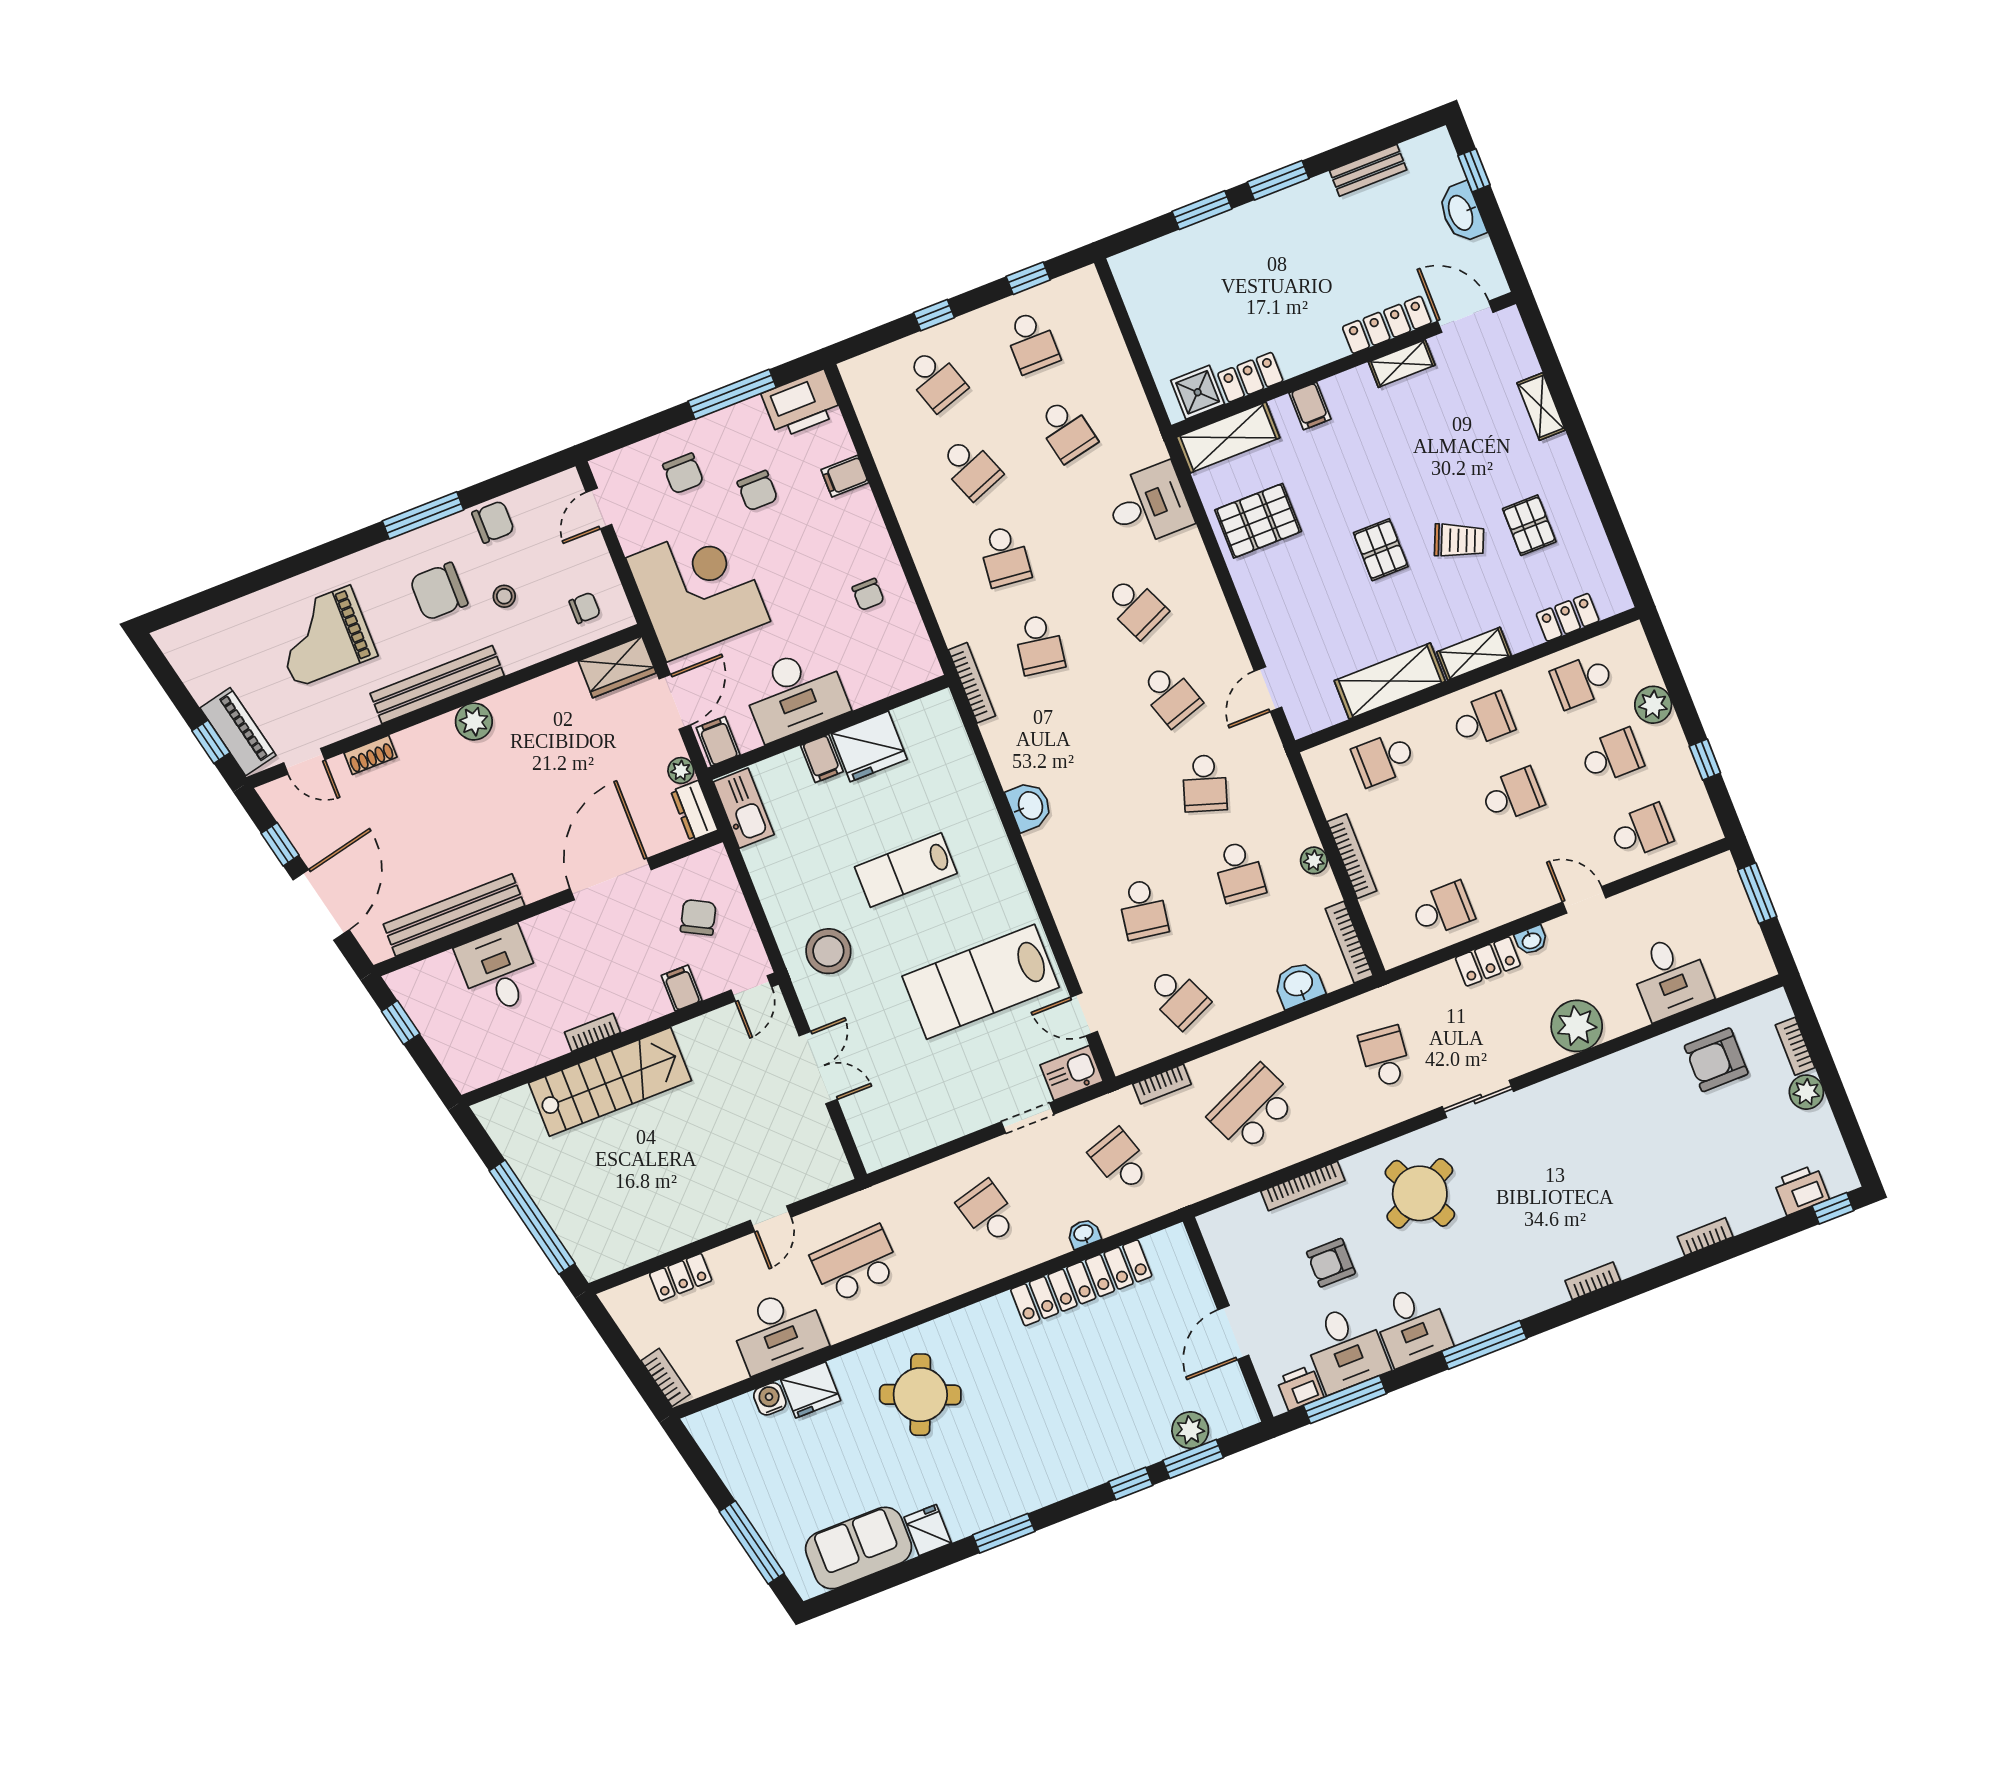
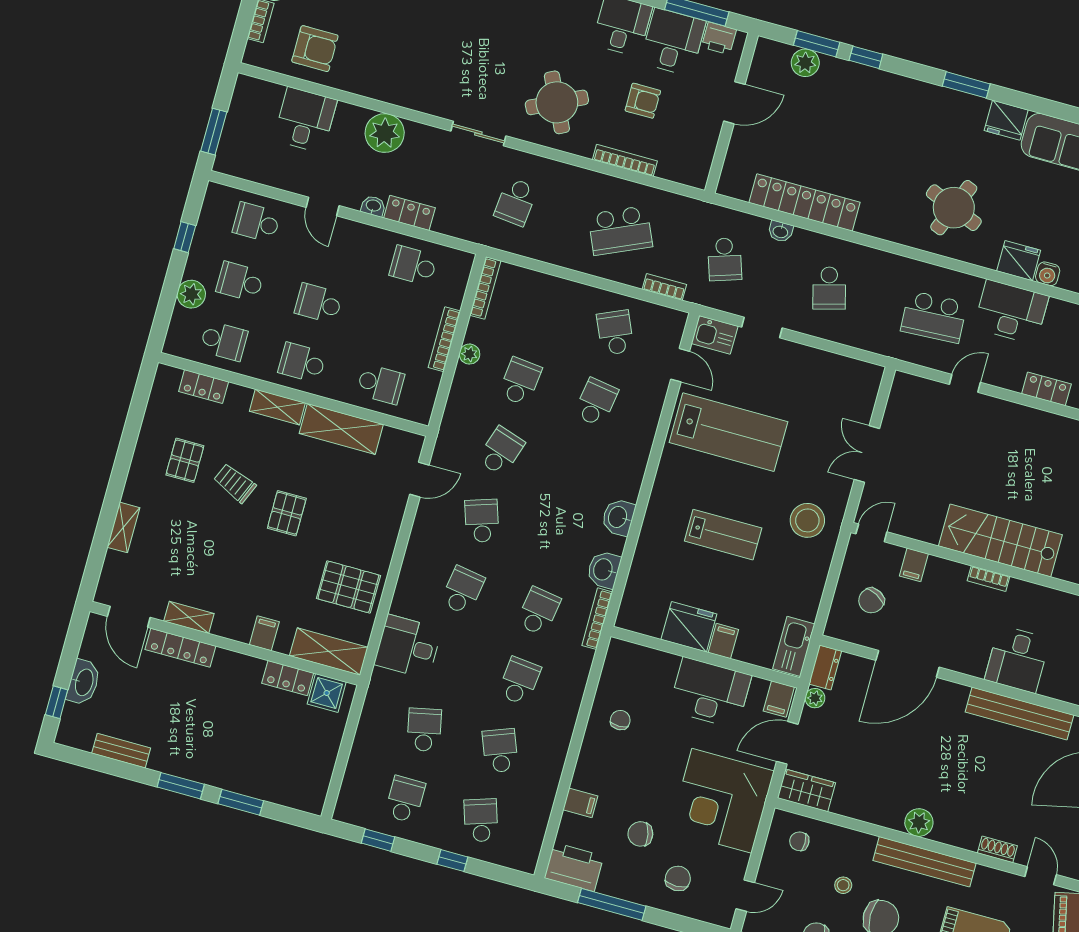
chair: (757, 491) -> (640, 834), turned -102
school desk: (1136, 607) -> (463, 590), turned 33
washbasin: (1299, 985) -> (604, 570), moved, turned 90
fridge: (928, 1530) -> (1006, 120), width x1.38

